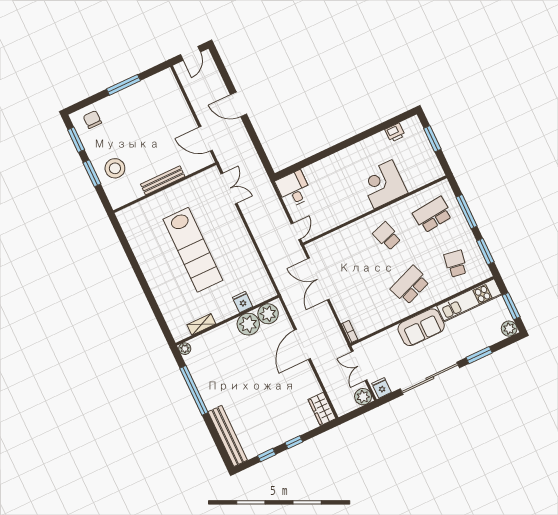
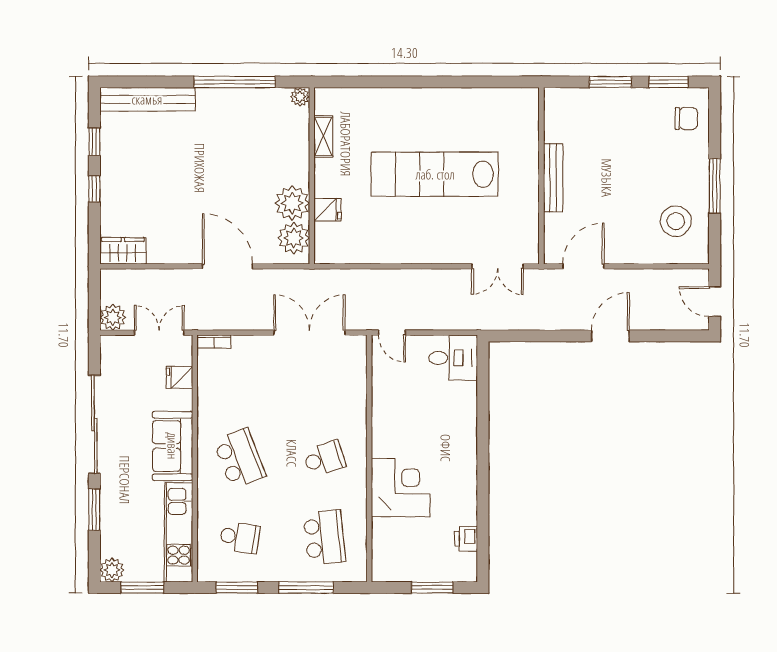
stool: (115, 168) -> (676, 221), moved
fridge: (382, 388) -> (180, 377), moved, turned 180

